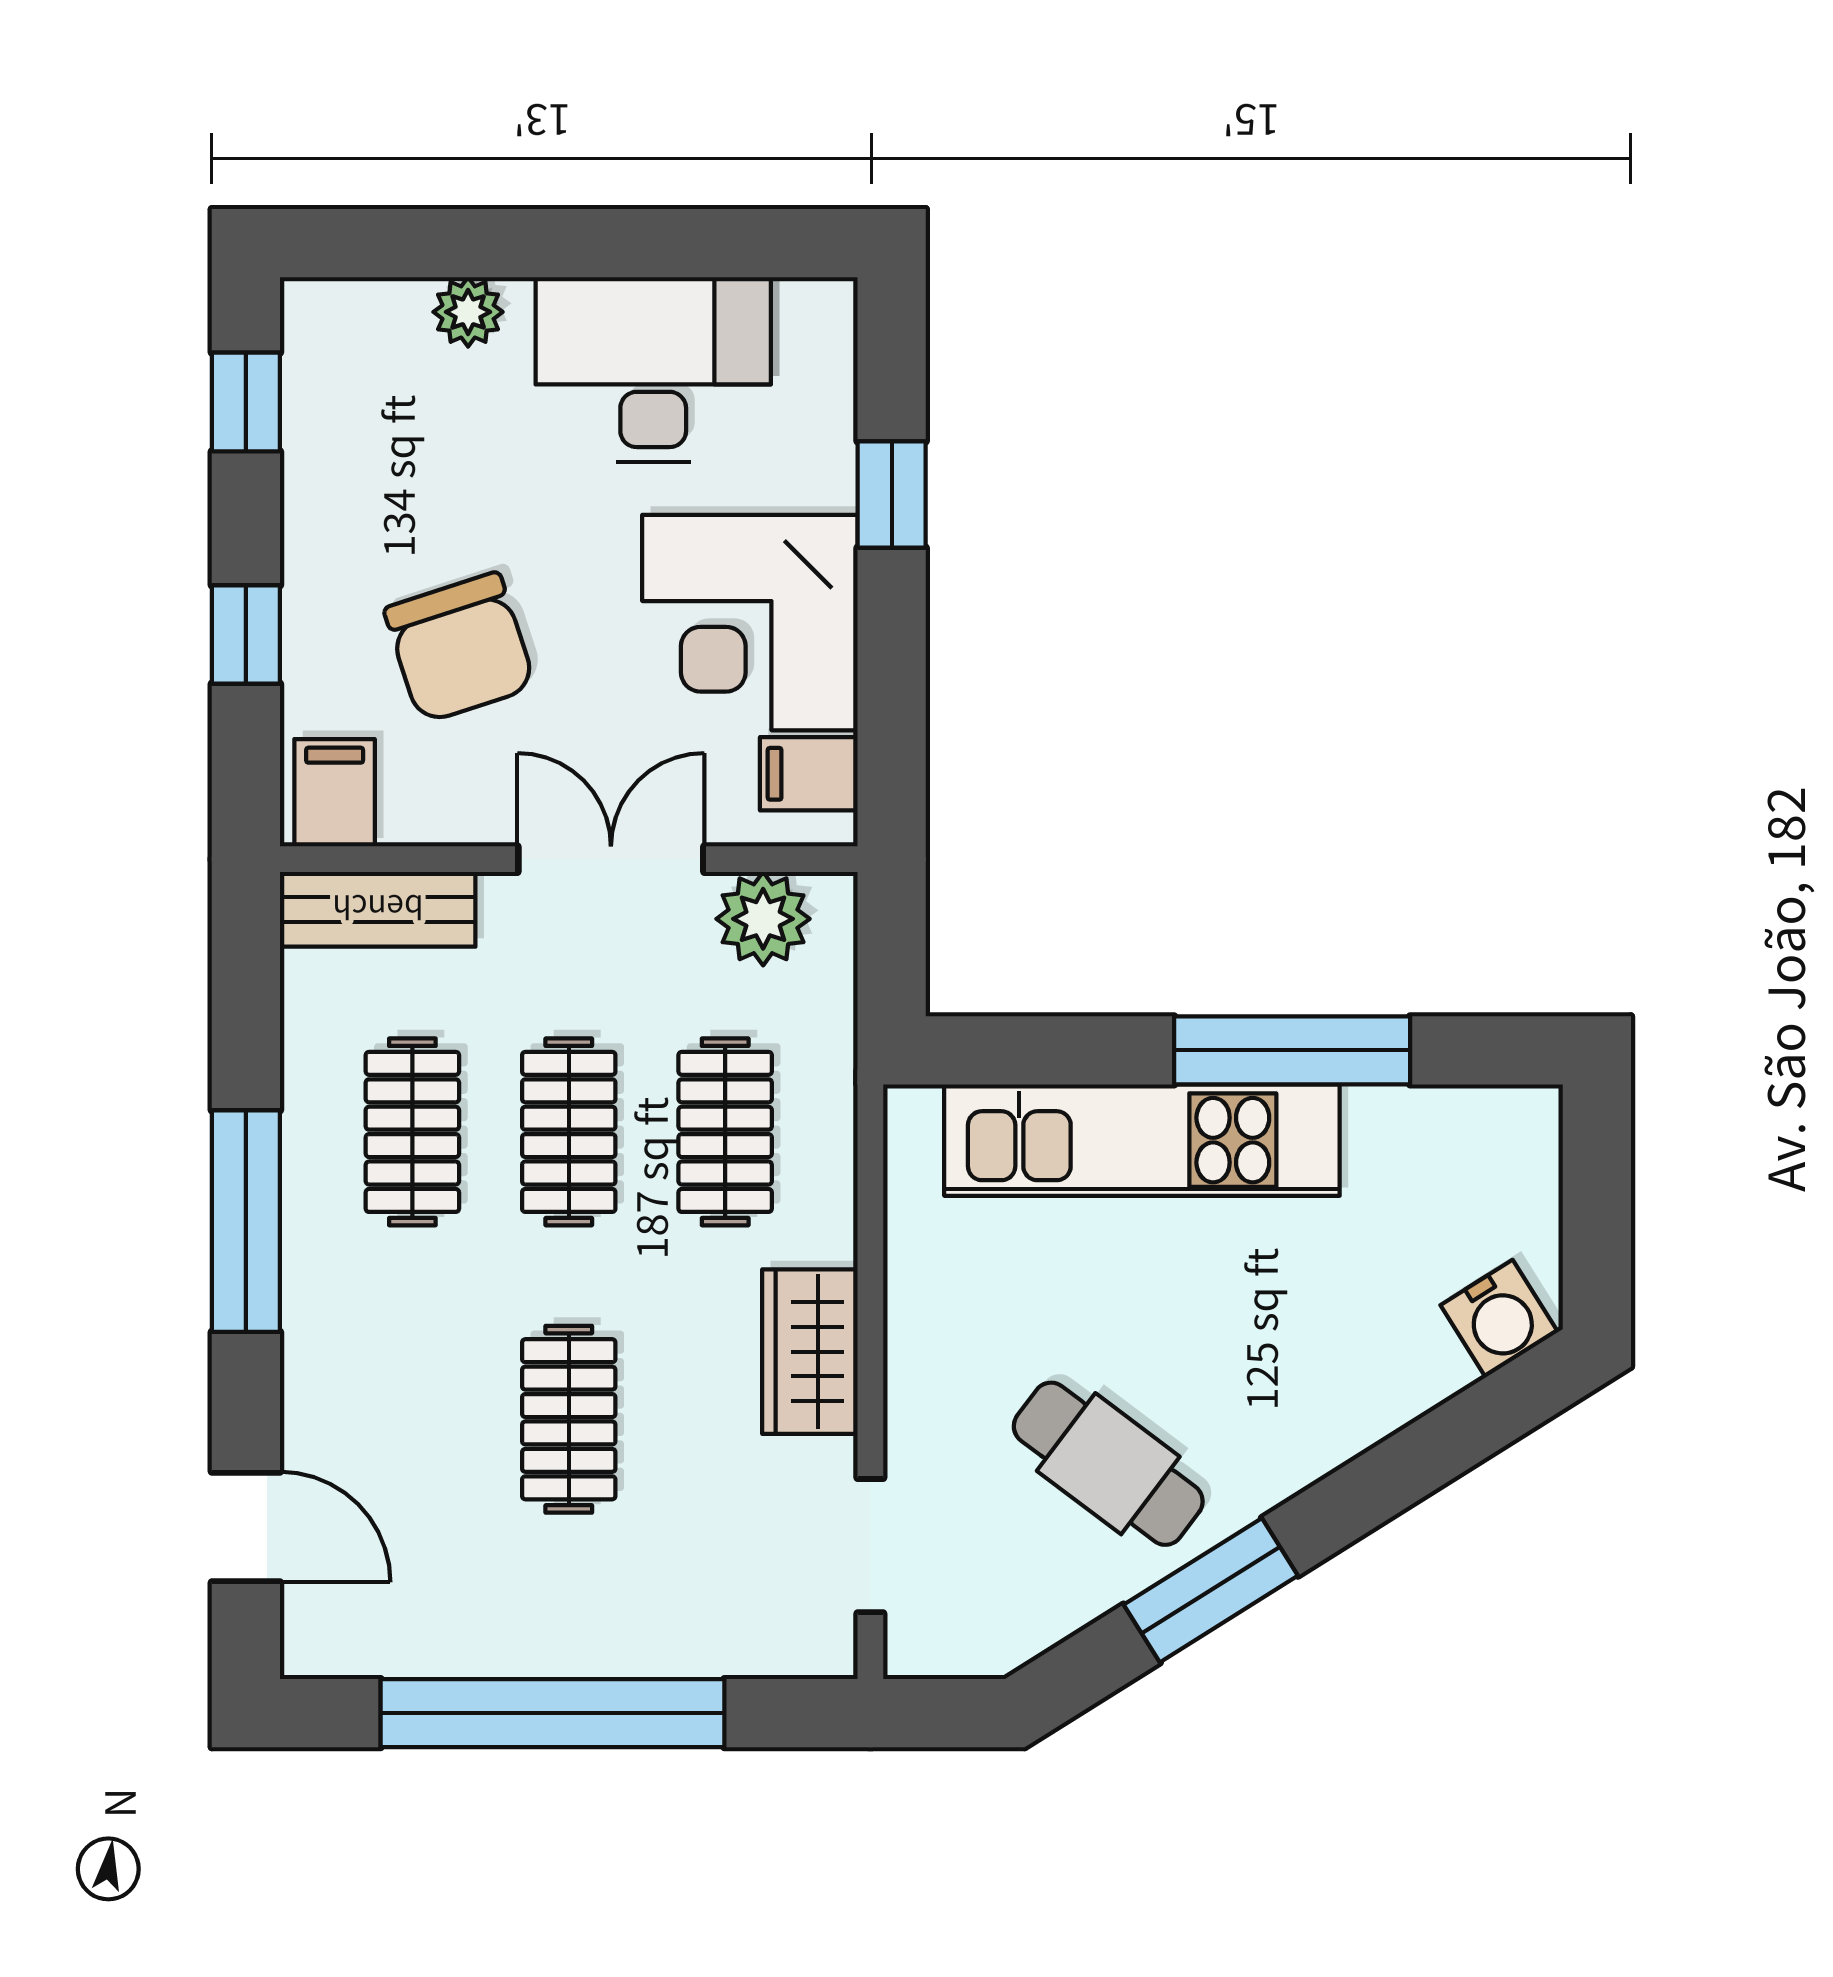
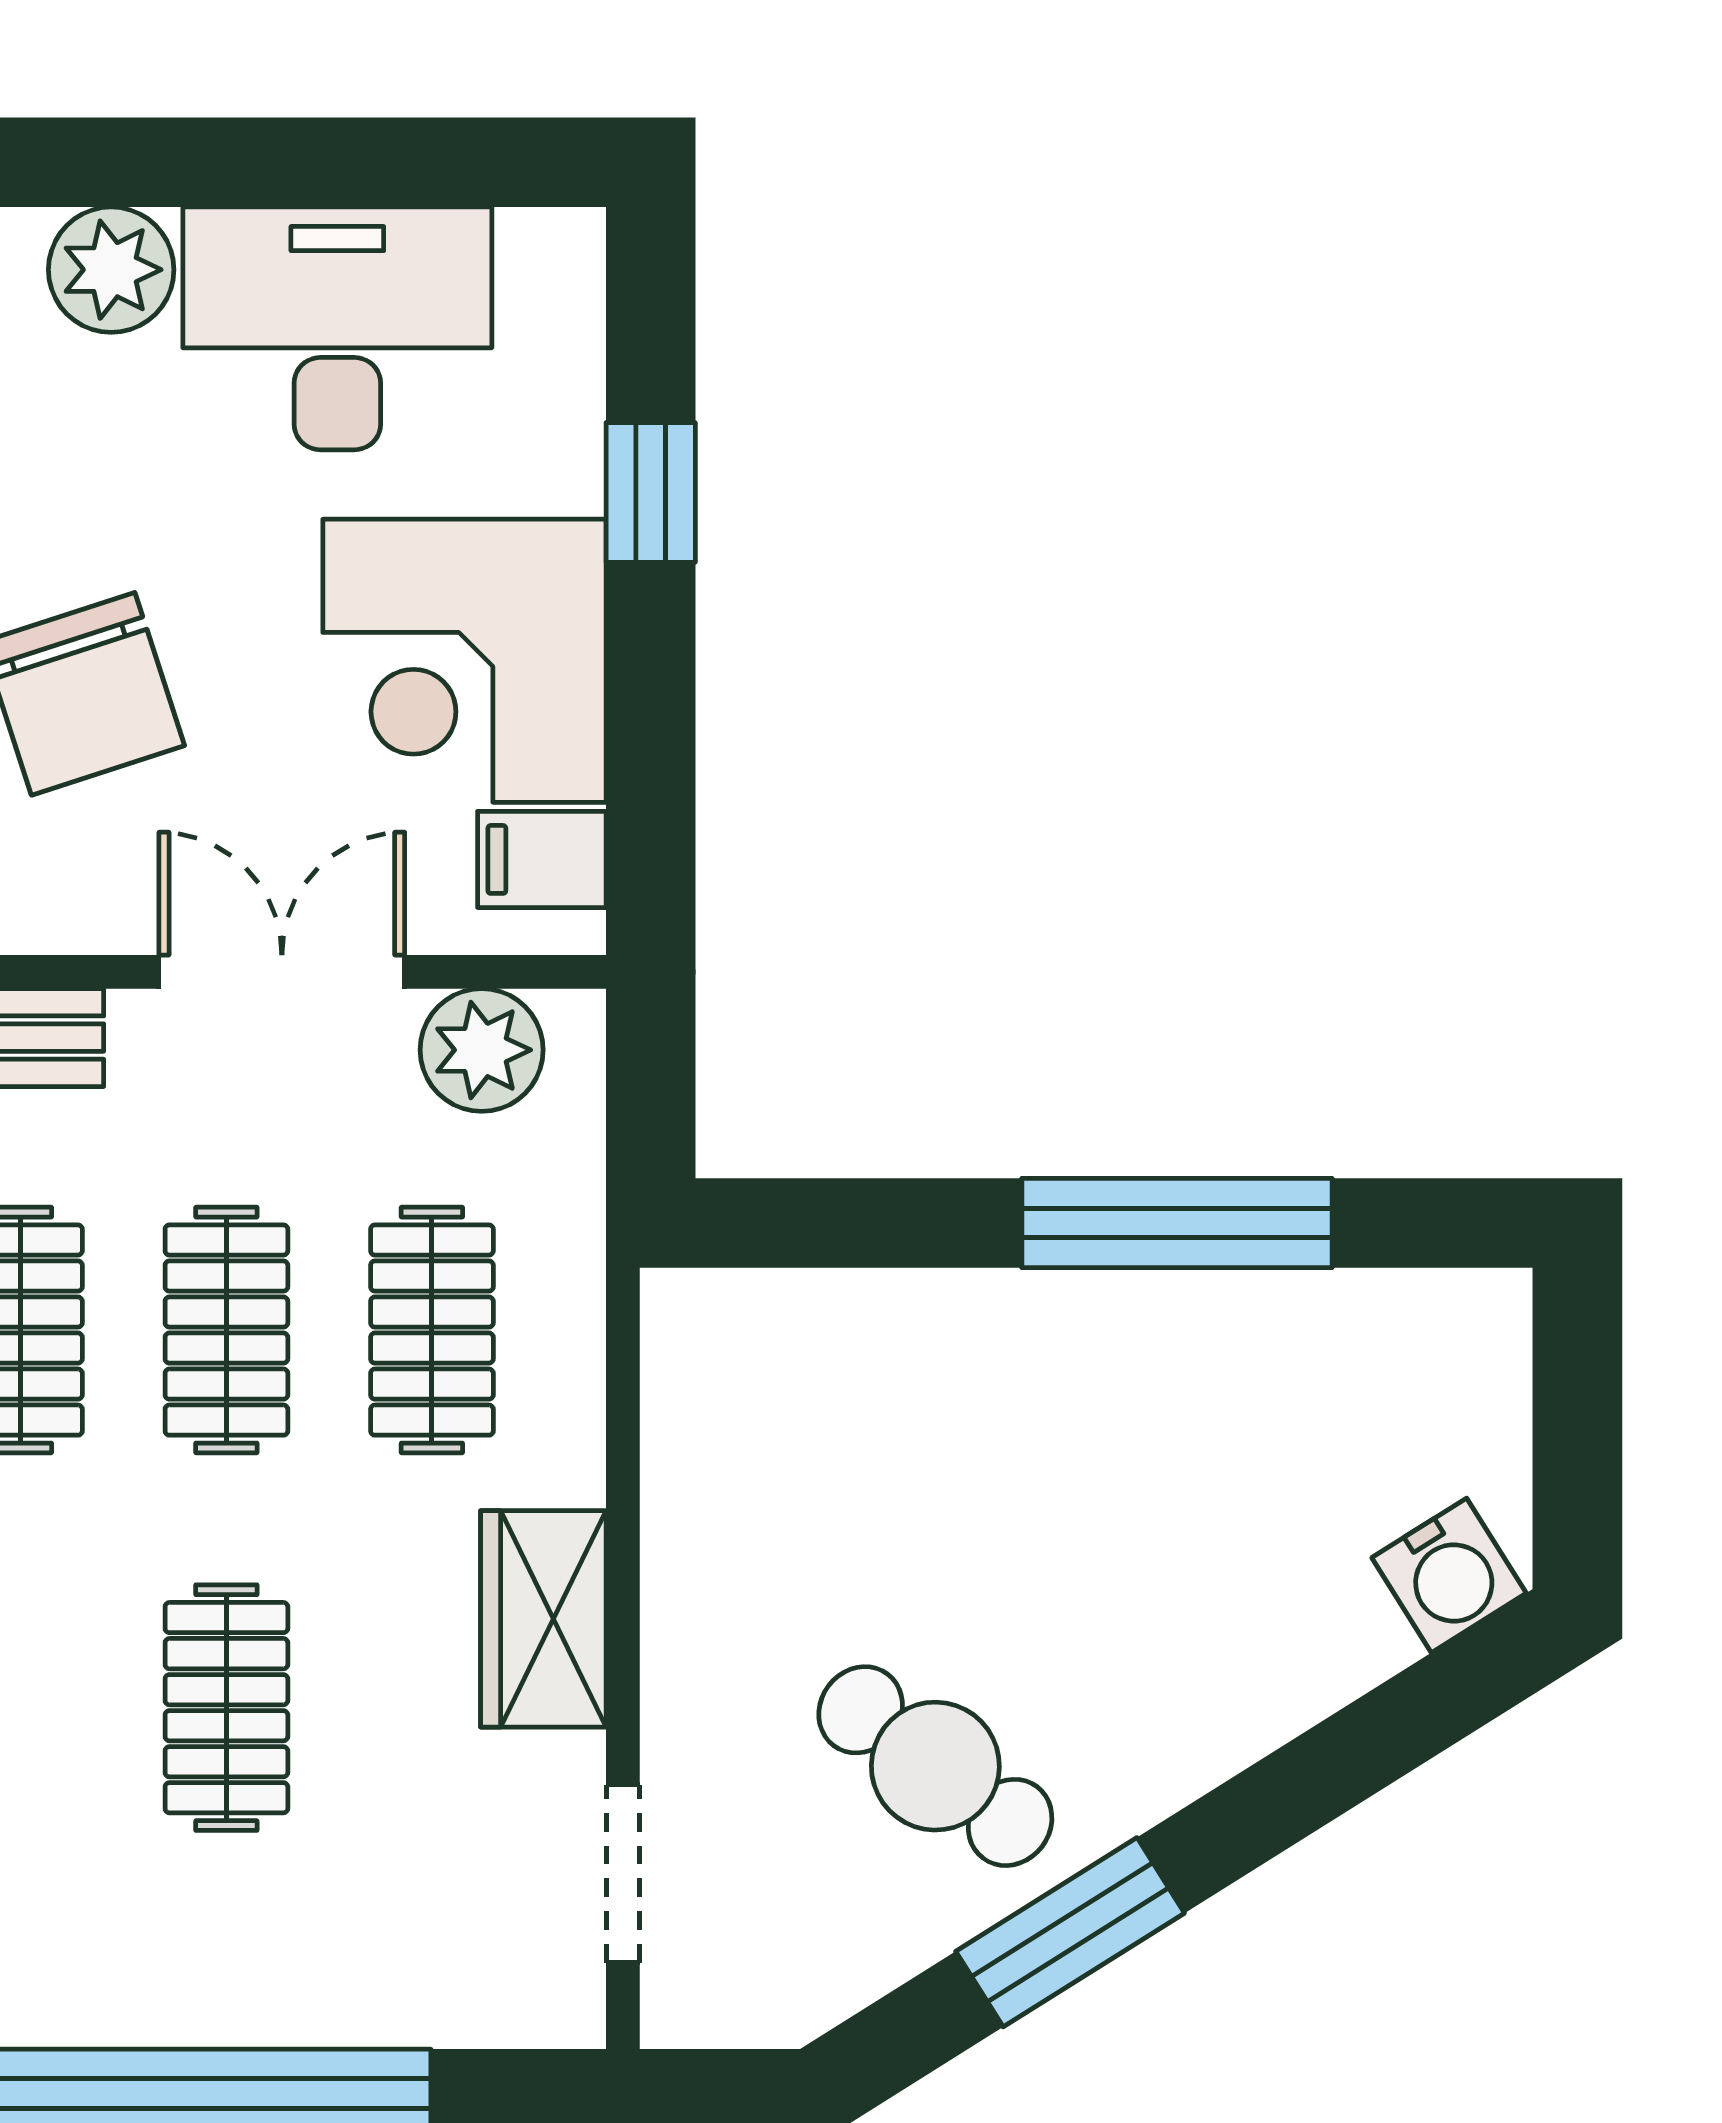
plant: (468, 312) -> (111, 270), width x1.38, depth x1.38
kitchen unit: (1142, 1140) -> (980, 1341), removed

